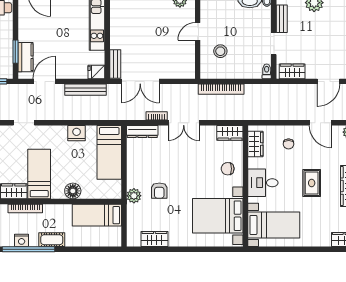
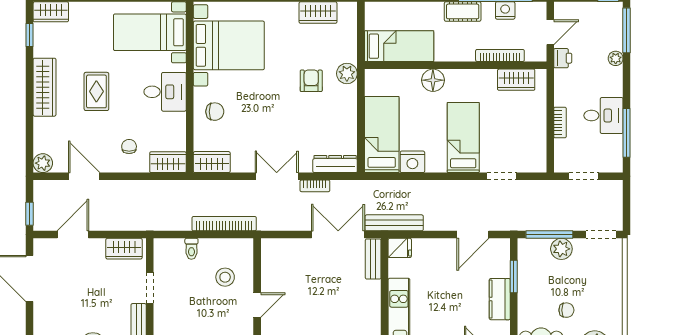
kitchen counter: (25, 57) -> (500, 299), moved
toilet: (267, 71) -> (191, 249), moved
bench: (85, 90) -> (394, 223), moved
nightstand: (77, 133) -> (412, 162), moved
wardrobe: (255, 144) -> (168, 162), moved, turned 90
bed: (39, 174) -> (463, 138), moved, turned 180

